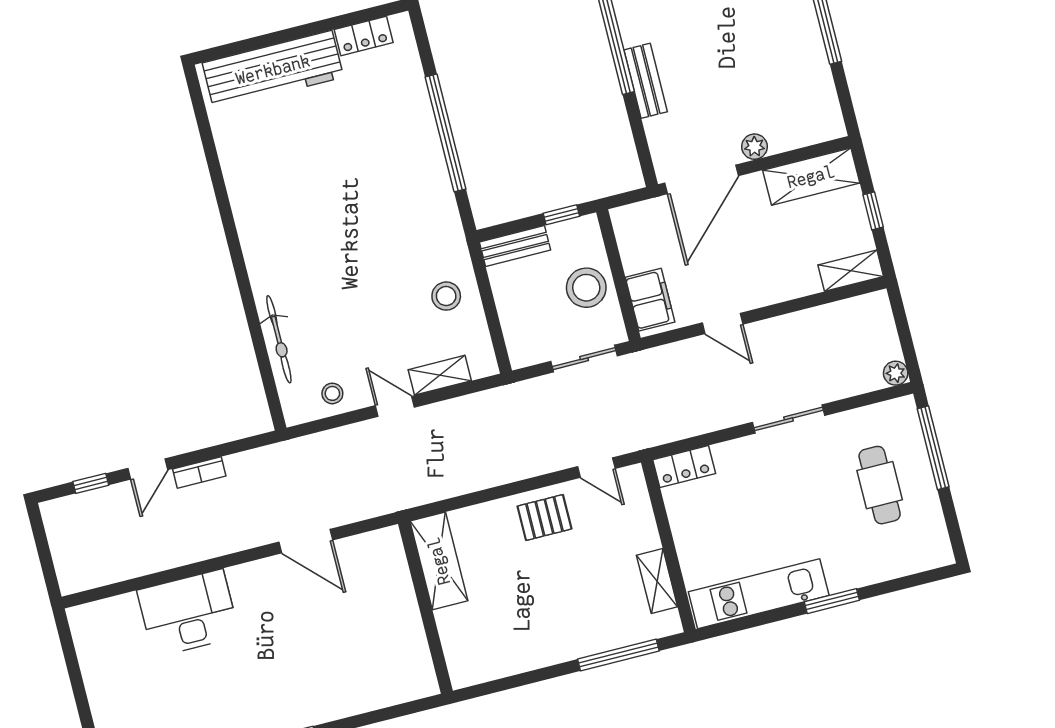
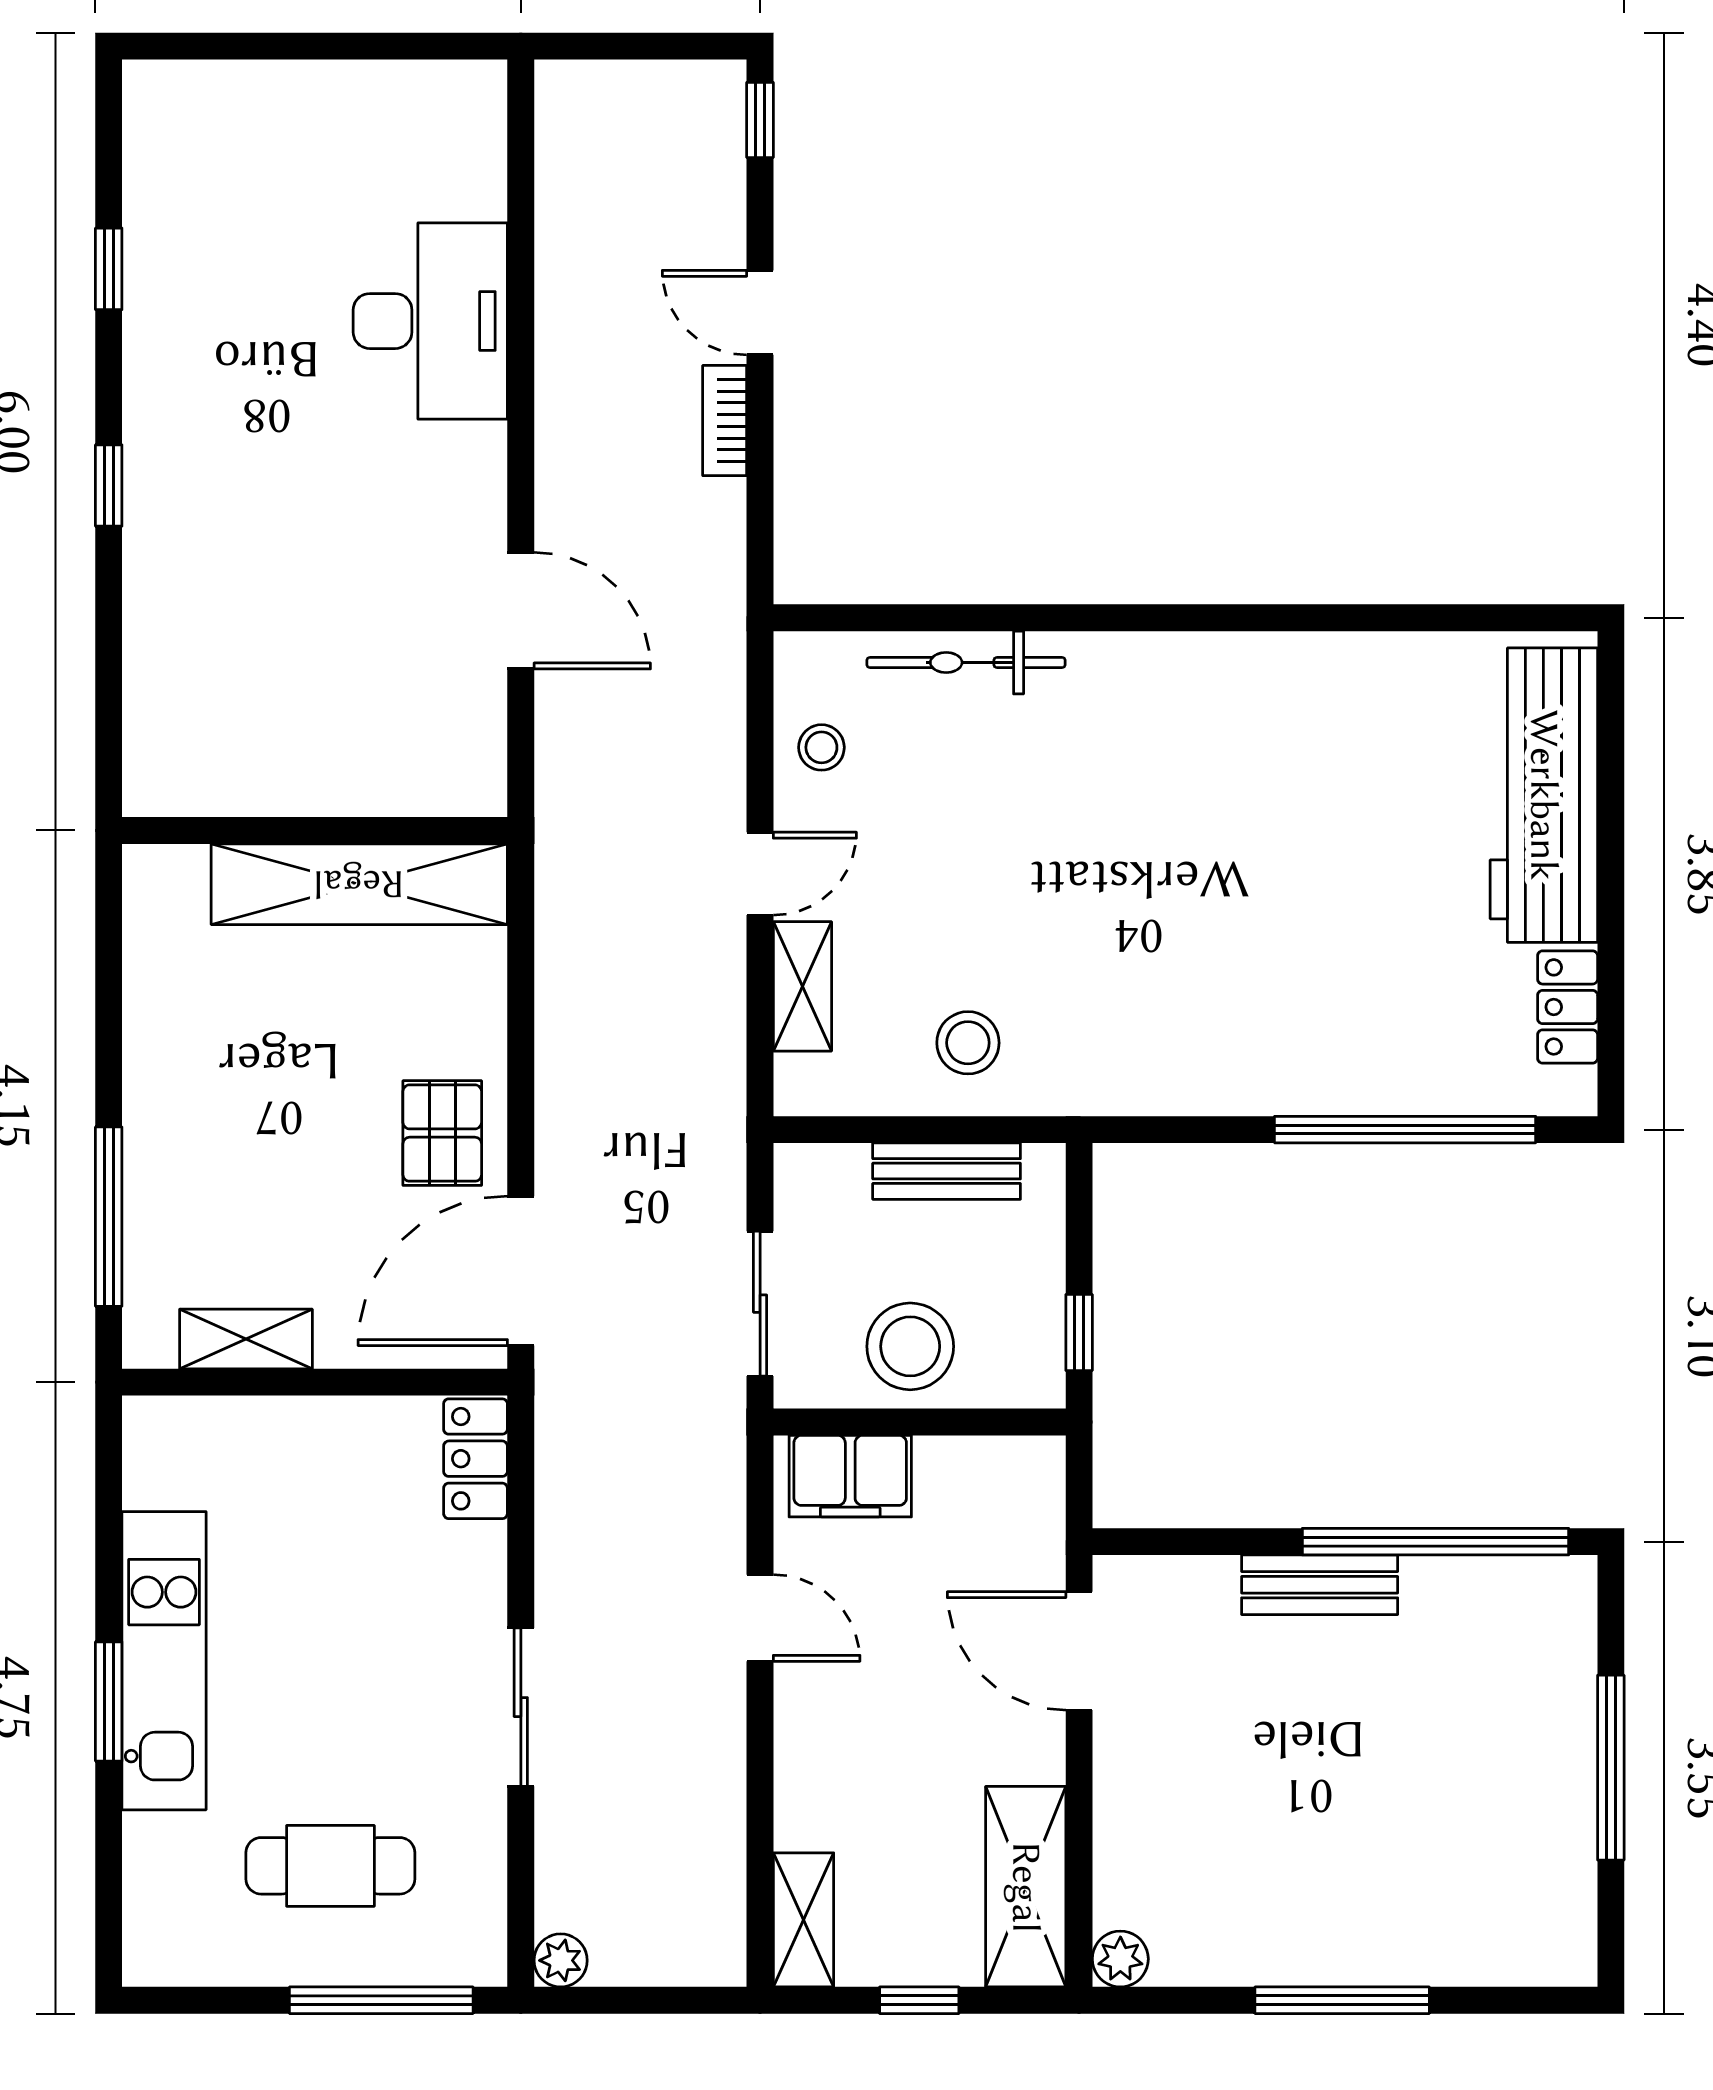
window: (446, 133) -> (1405, 1130), moved
plant: (754, 147) -> (1120, 1959), moved
door: (702, 179) -> (1079, 1651), width x0.73
bench: (515, 246) -> (947, 1171), moved, turned 90
door: (723, 324) -> (760, 1618), swing flipped
door: (596, 468) -> (521, 1271), width x1.88
window: (91, 483) -> (760, 120), moved
door: (306, 541) -> (521, 611), swing flipped
shelving: (439, 561) -> (359, 884), width x1.47
kitchen unit: (759, 594) -> (164, 1661), moved

